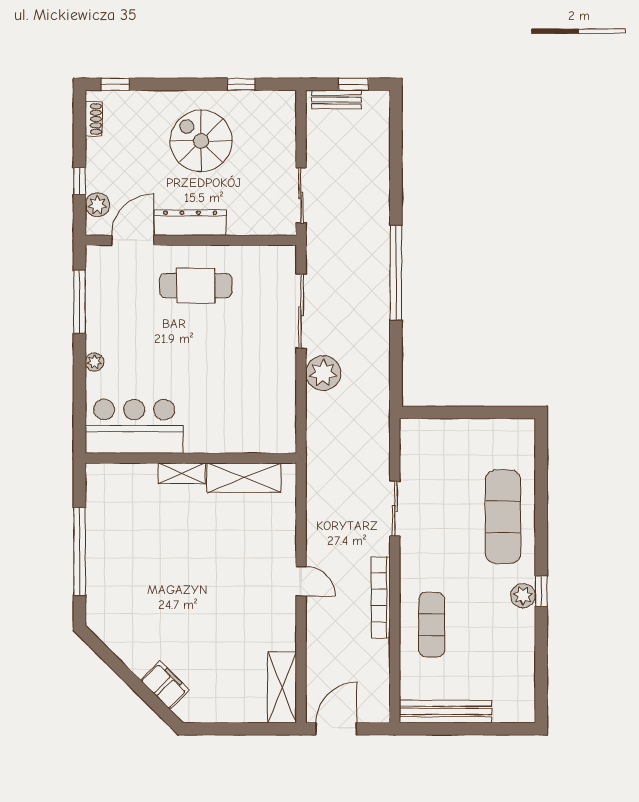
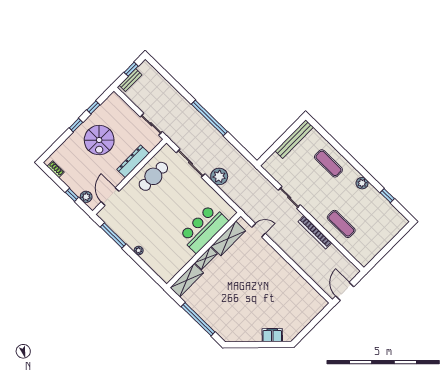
window: (115, 84) -> (76, 125), moved
spiral stairs: (201, 141) -> (99, 140), turned -90
dresser: (190, 223) -> (133, 161), moved
cafe table: (196, 286) -> (153, 176), moved
bar counter: (134, 426) -> (204, 229), moved
exercise mat: (503, 517) -> (328, 163), width x0.73, depth x0.69
door: (301, 581) -> (259, 230), moved
window: (541, 591) -> (387, 196), moved
shelving: (282, 687) -> (187, 280), moved, turned 90
bench: (446, 711) -> (294, 139), moved

